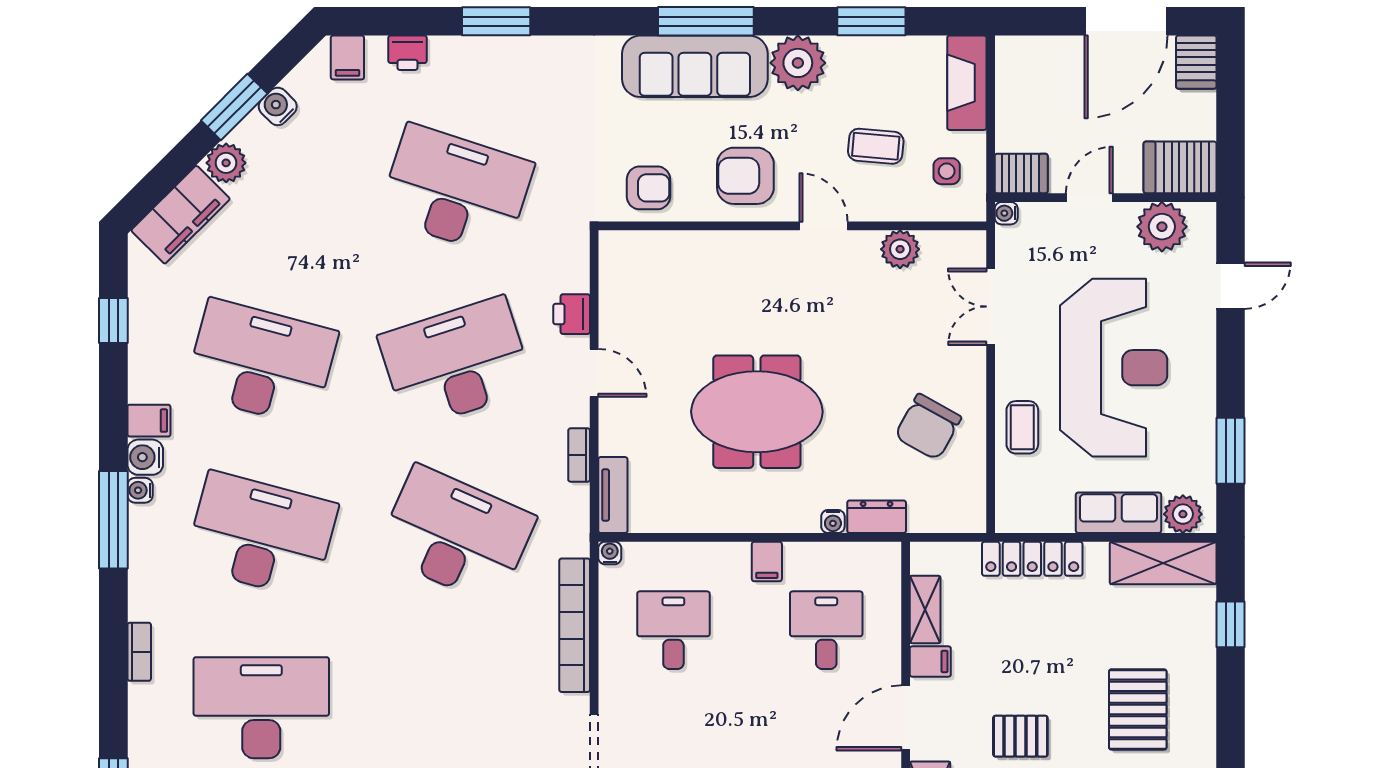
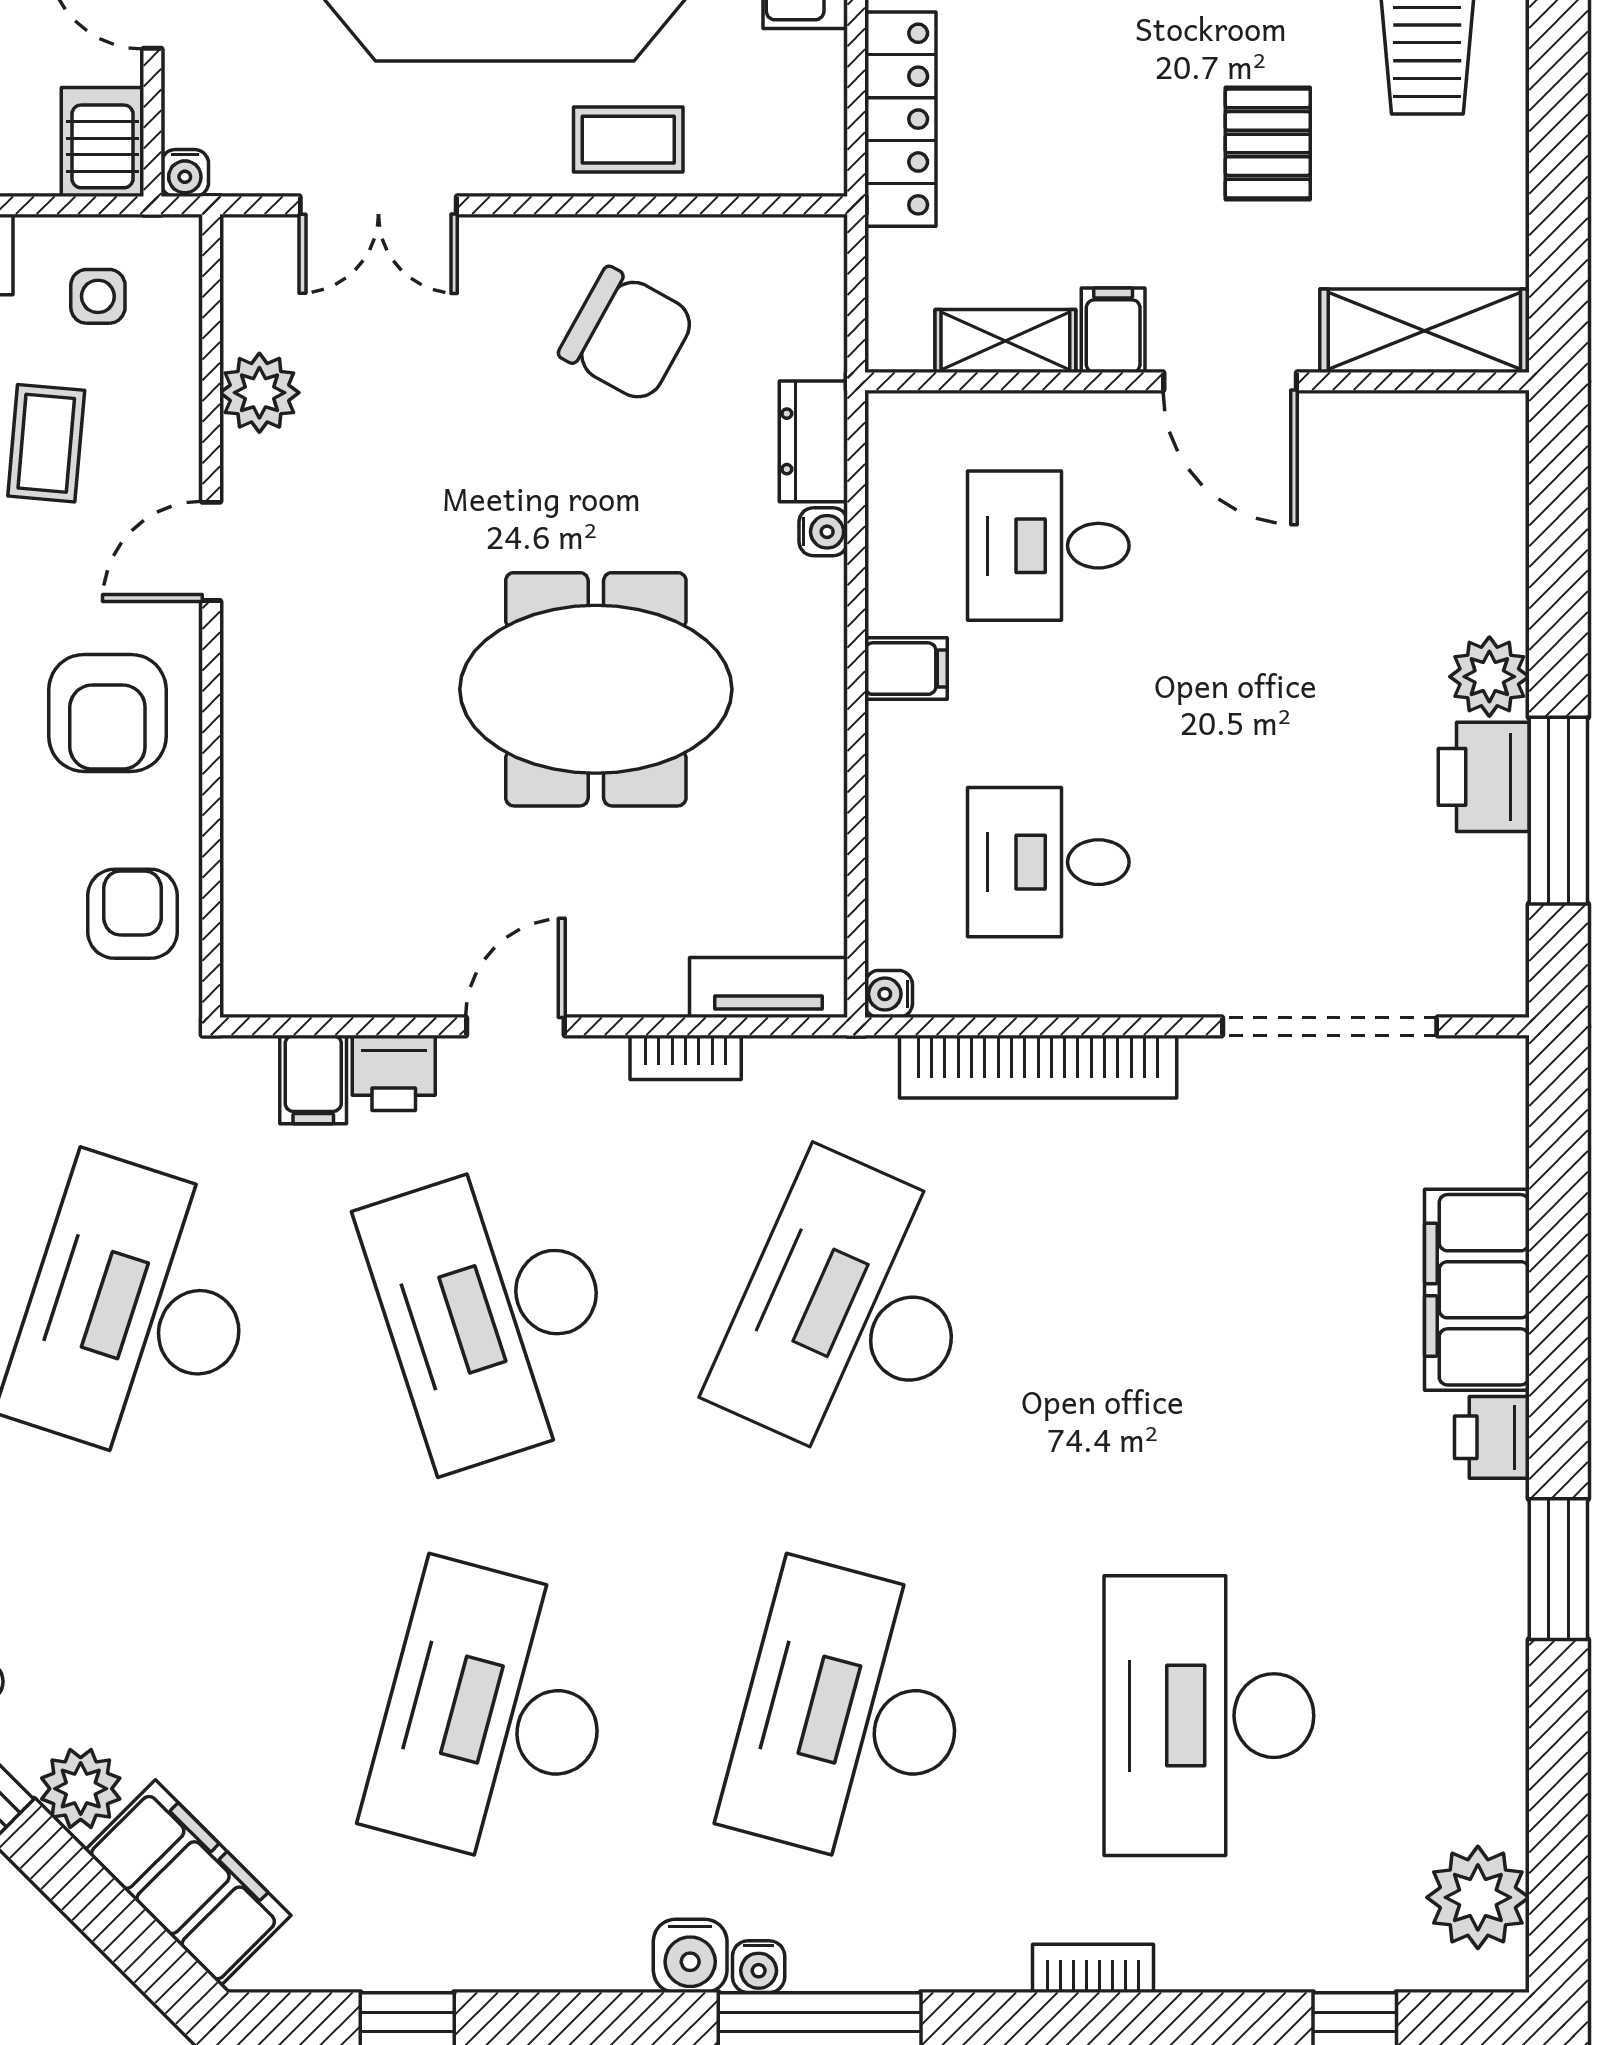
meeting table: (757, 412) -> (596, 689), turned 90
filing cabinet: (149, 421) -> (313, 1080), moved, turned 180

